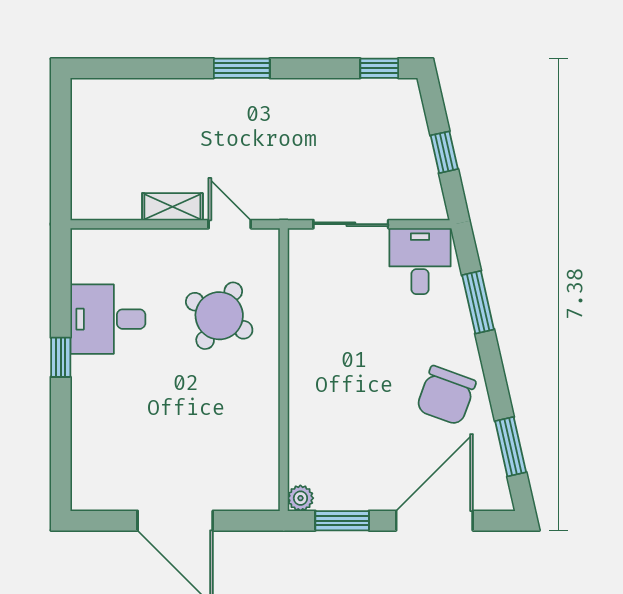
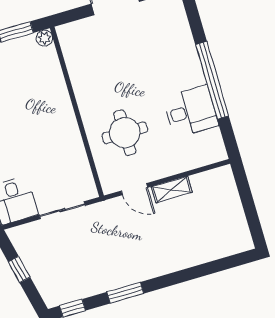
window: (242, 68) -> (125, 293), moved
round table: (219, 316) -> (125, 133), turned -30
window: (61, 357) -> (212, 80), width x3.17

